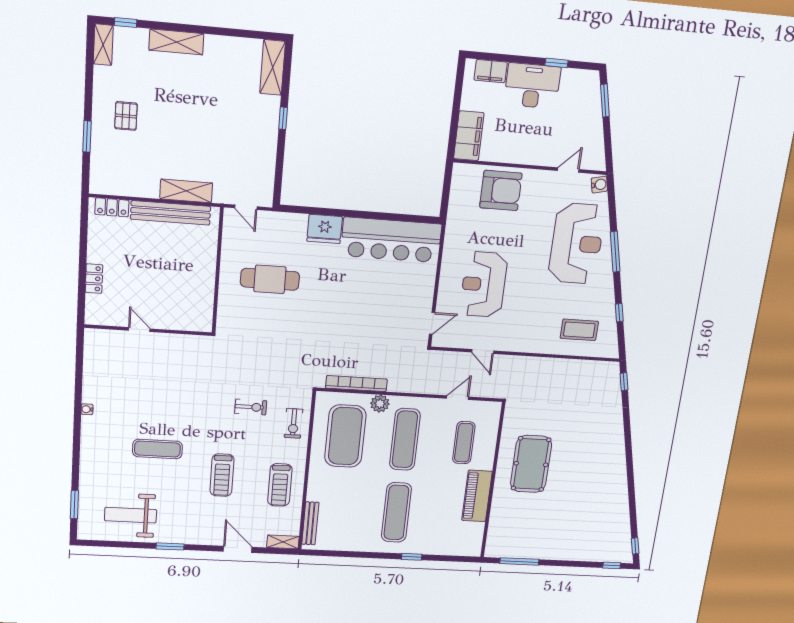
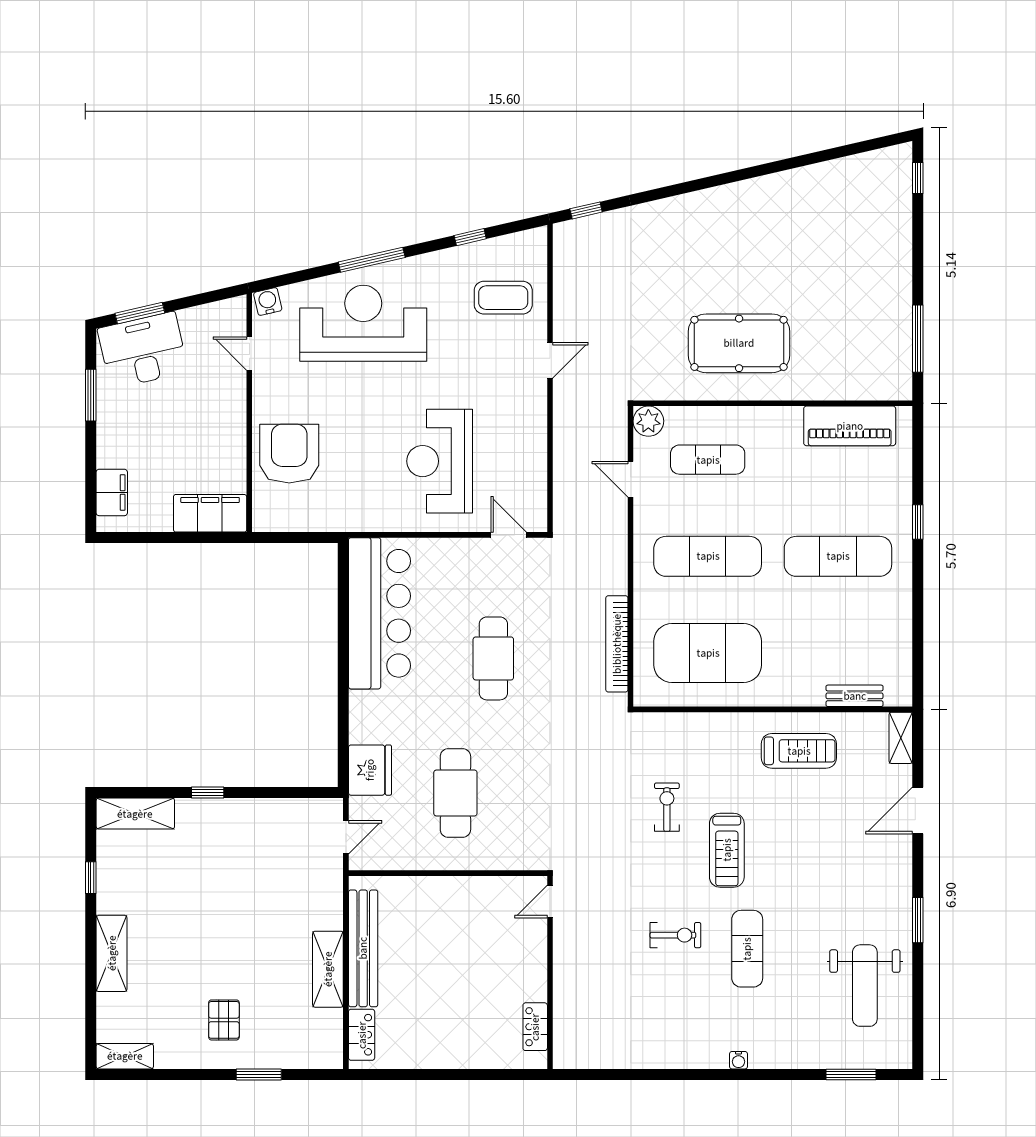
window: (126, 23) -> (91, 878), moved
window: (557, 63) -> (91, 395), width x1.50
desk: (532, 86) -> (143, 350), moved, turned 77
pallet: (126, 116) -> (224, 1020), turned 90
shelving: (186, 191) -> (328, 969), moved
fridge: (325, 229) -> (370, 770), moved
locker: (94, 279) -> (535, 1027), moved, turned -90
reception desk: (484, 284) -> (440, 461), turned 90
cafe table: (355, 309) -> (493, 658), added
door: (139, 330) -> (550, 901), moved
coffee table: (579, 330) -> (503, 298), turned 90
door: (483, 352) -> (550, 360), moved
plant: (380, 404) -> (648, 421), moved
water cooler: (87, 409) -> (738, 1060), moved
exercise bike: (294, 423) -> (675, 935), moved
treadmill: (222, 475) -> (727, 850), moved, turned 90
piano: (477, 496) -> (850, 426), moved
bench: (310, 523) -> (855, 696), width x0.73
window: (635, 546) -> (879, 143), removed

